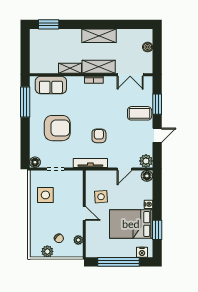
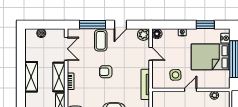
window: (157, 104) -> (93, 25), width x1.44
door: (157, 135) -> (120, 25), swing flipped
armchair: (99, 136) -> (106, 72), moved
bed: (131, 224) -> (211, 57), moved, turned 90

